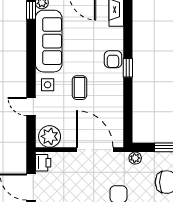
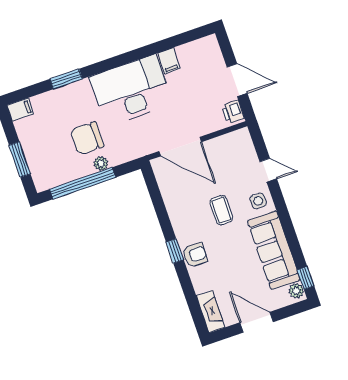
armchair: (113, 59) -> (195, 255), turned 90
plant: (50, 136) -> (236, 144), removed
plant: (135, 158) -> (101, 164), moved

